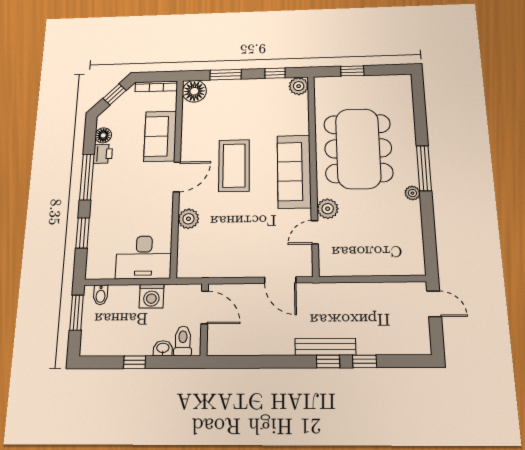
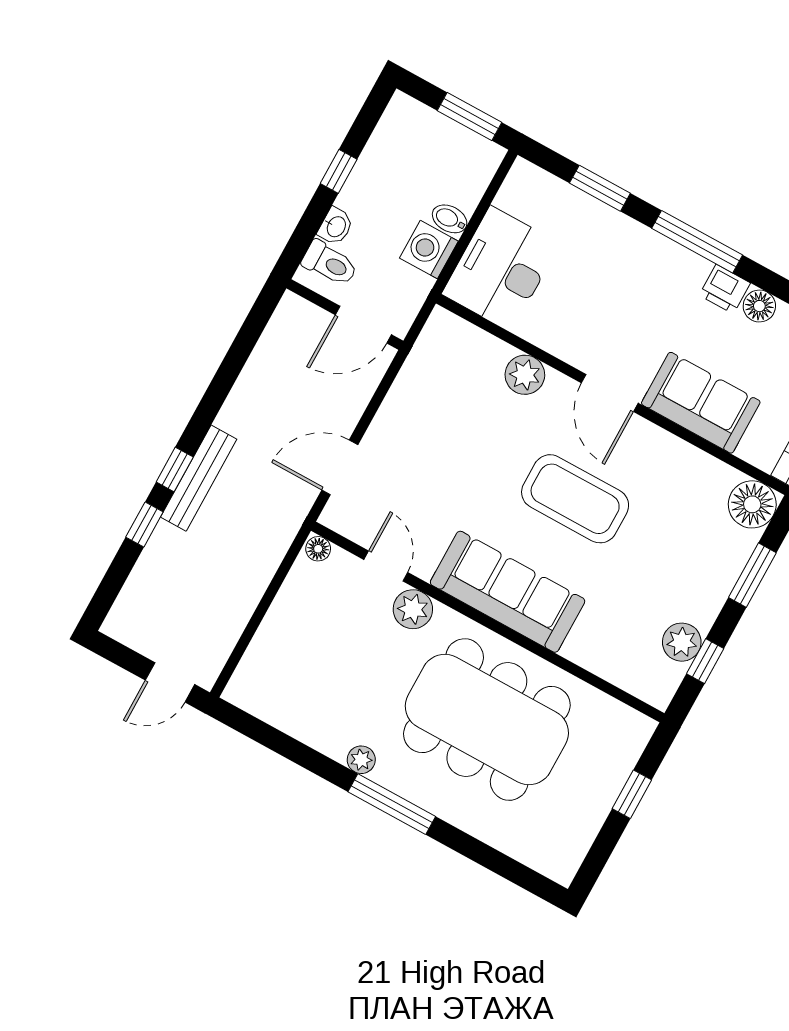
plant: (299, 86) -> (682, 642), moved
floor lamp: (325, 268) -> (318, 549), added
bidet: (101, 295) -> (450, 219), moved

